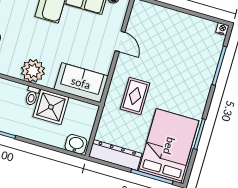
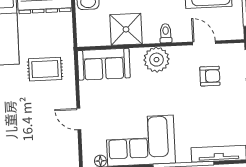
toilet: (32, 96) -> (166, 33), moved
rug: (135, 96) -> (45, 69), turned 90

